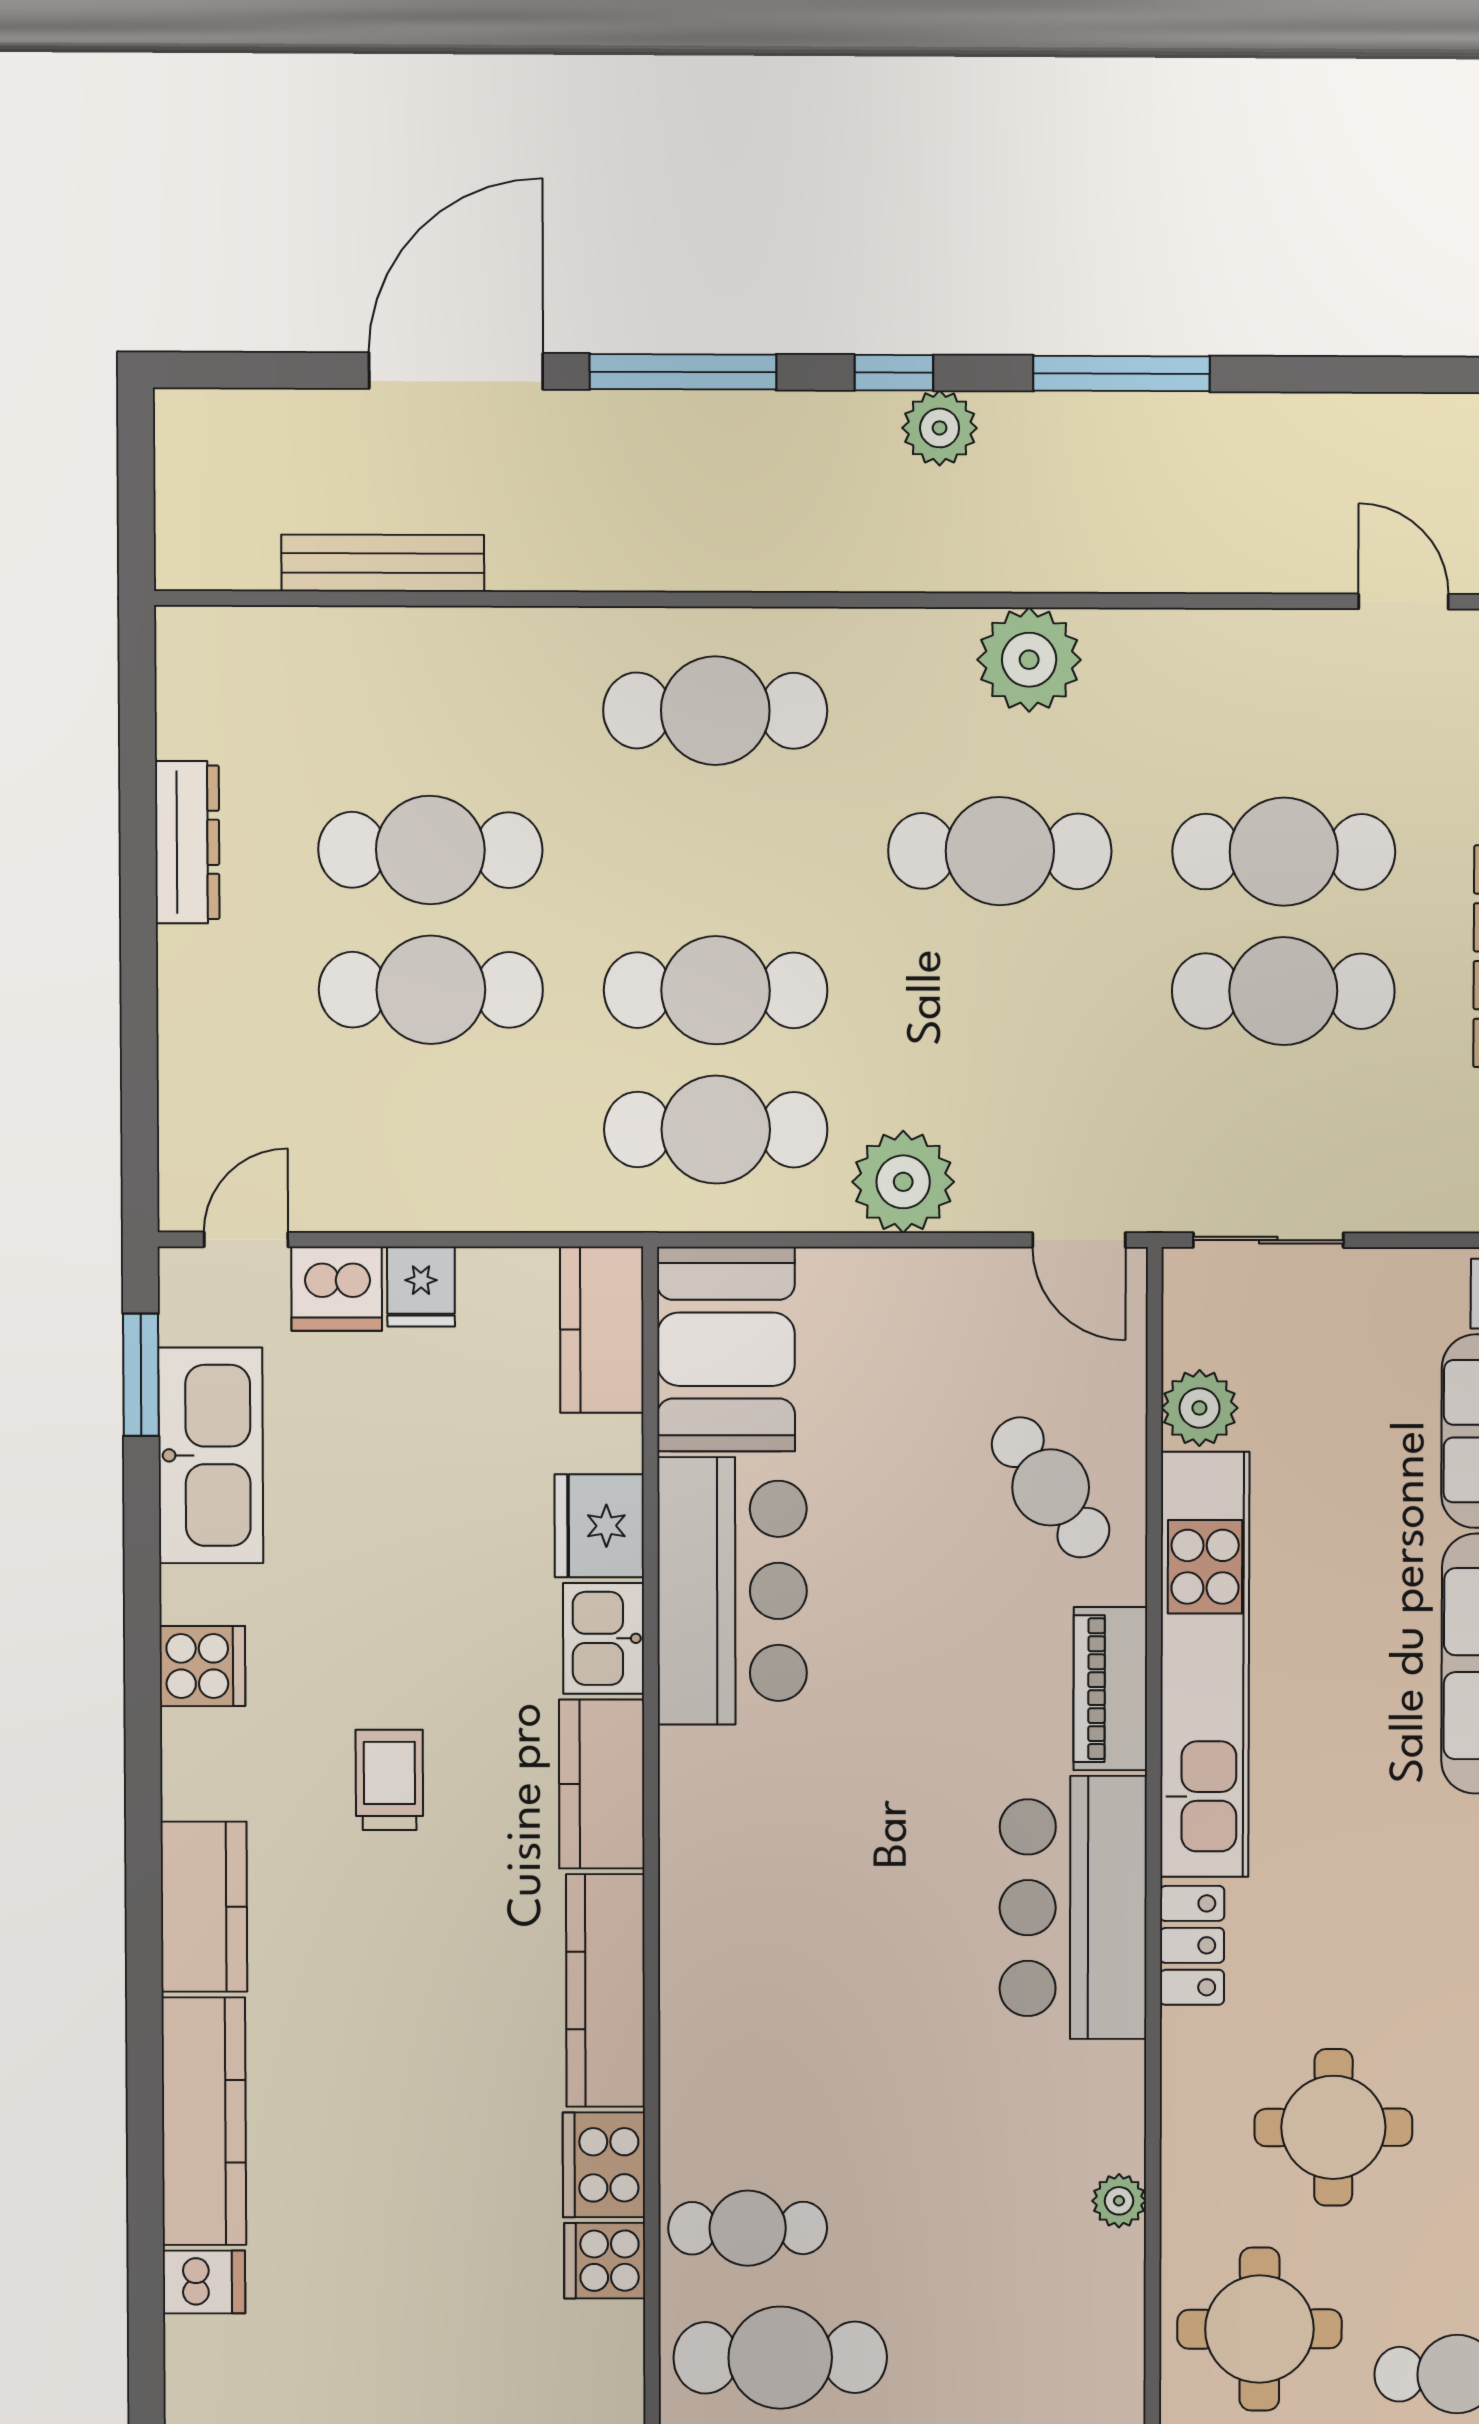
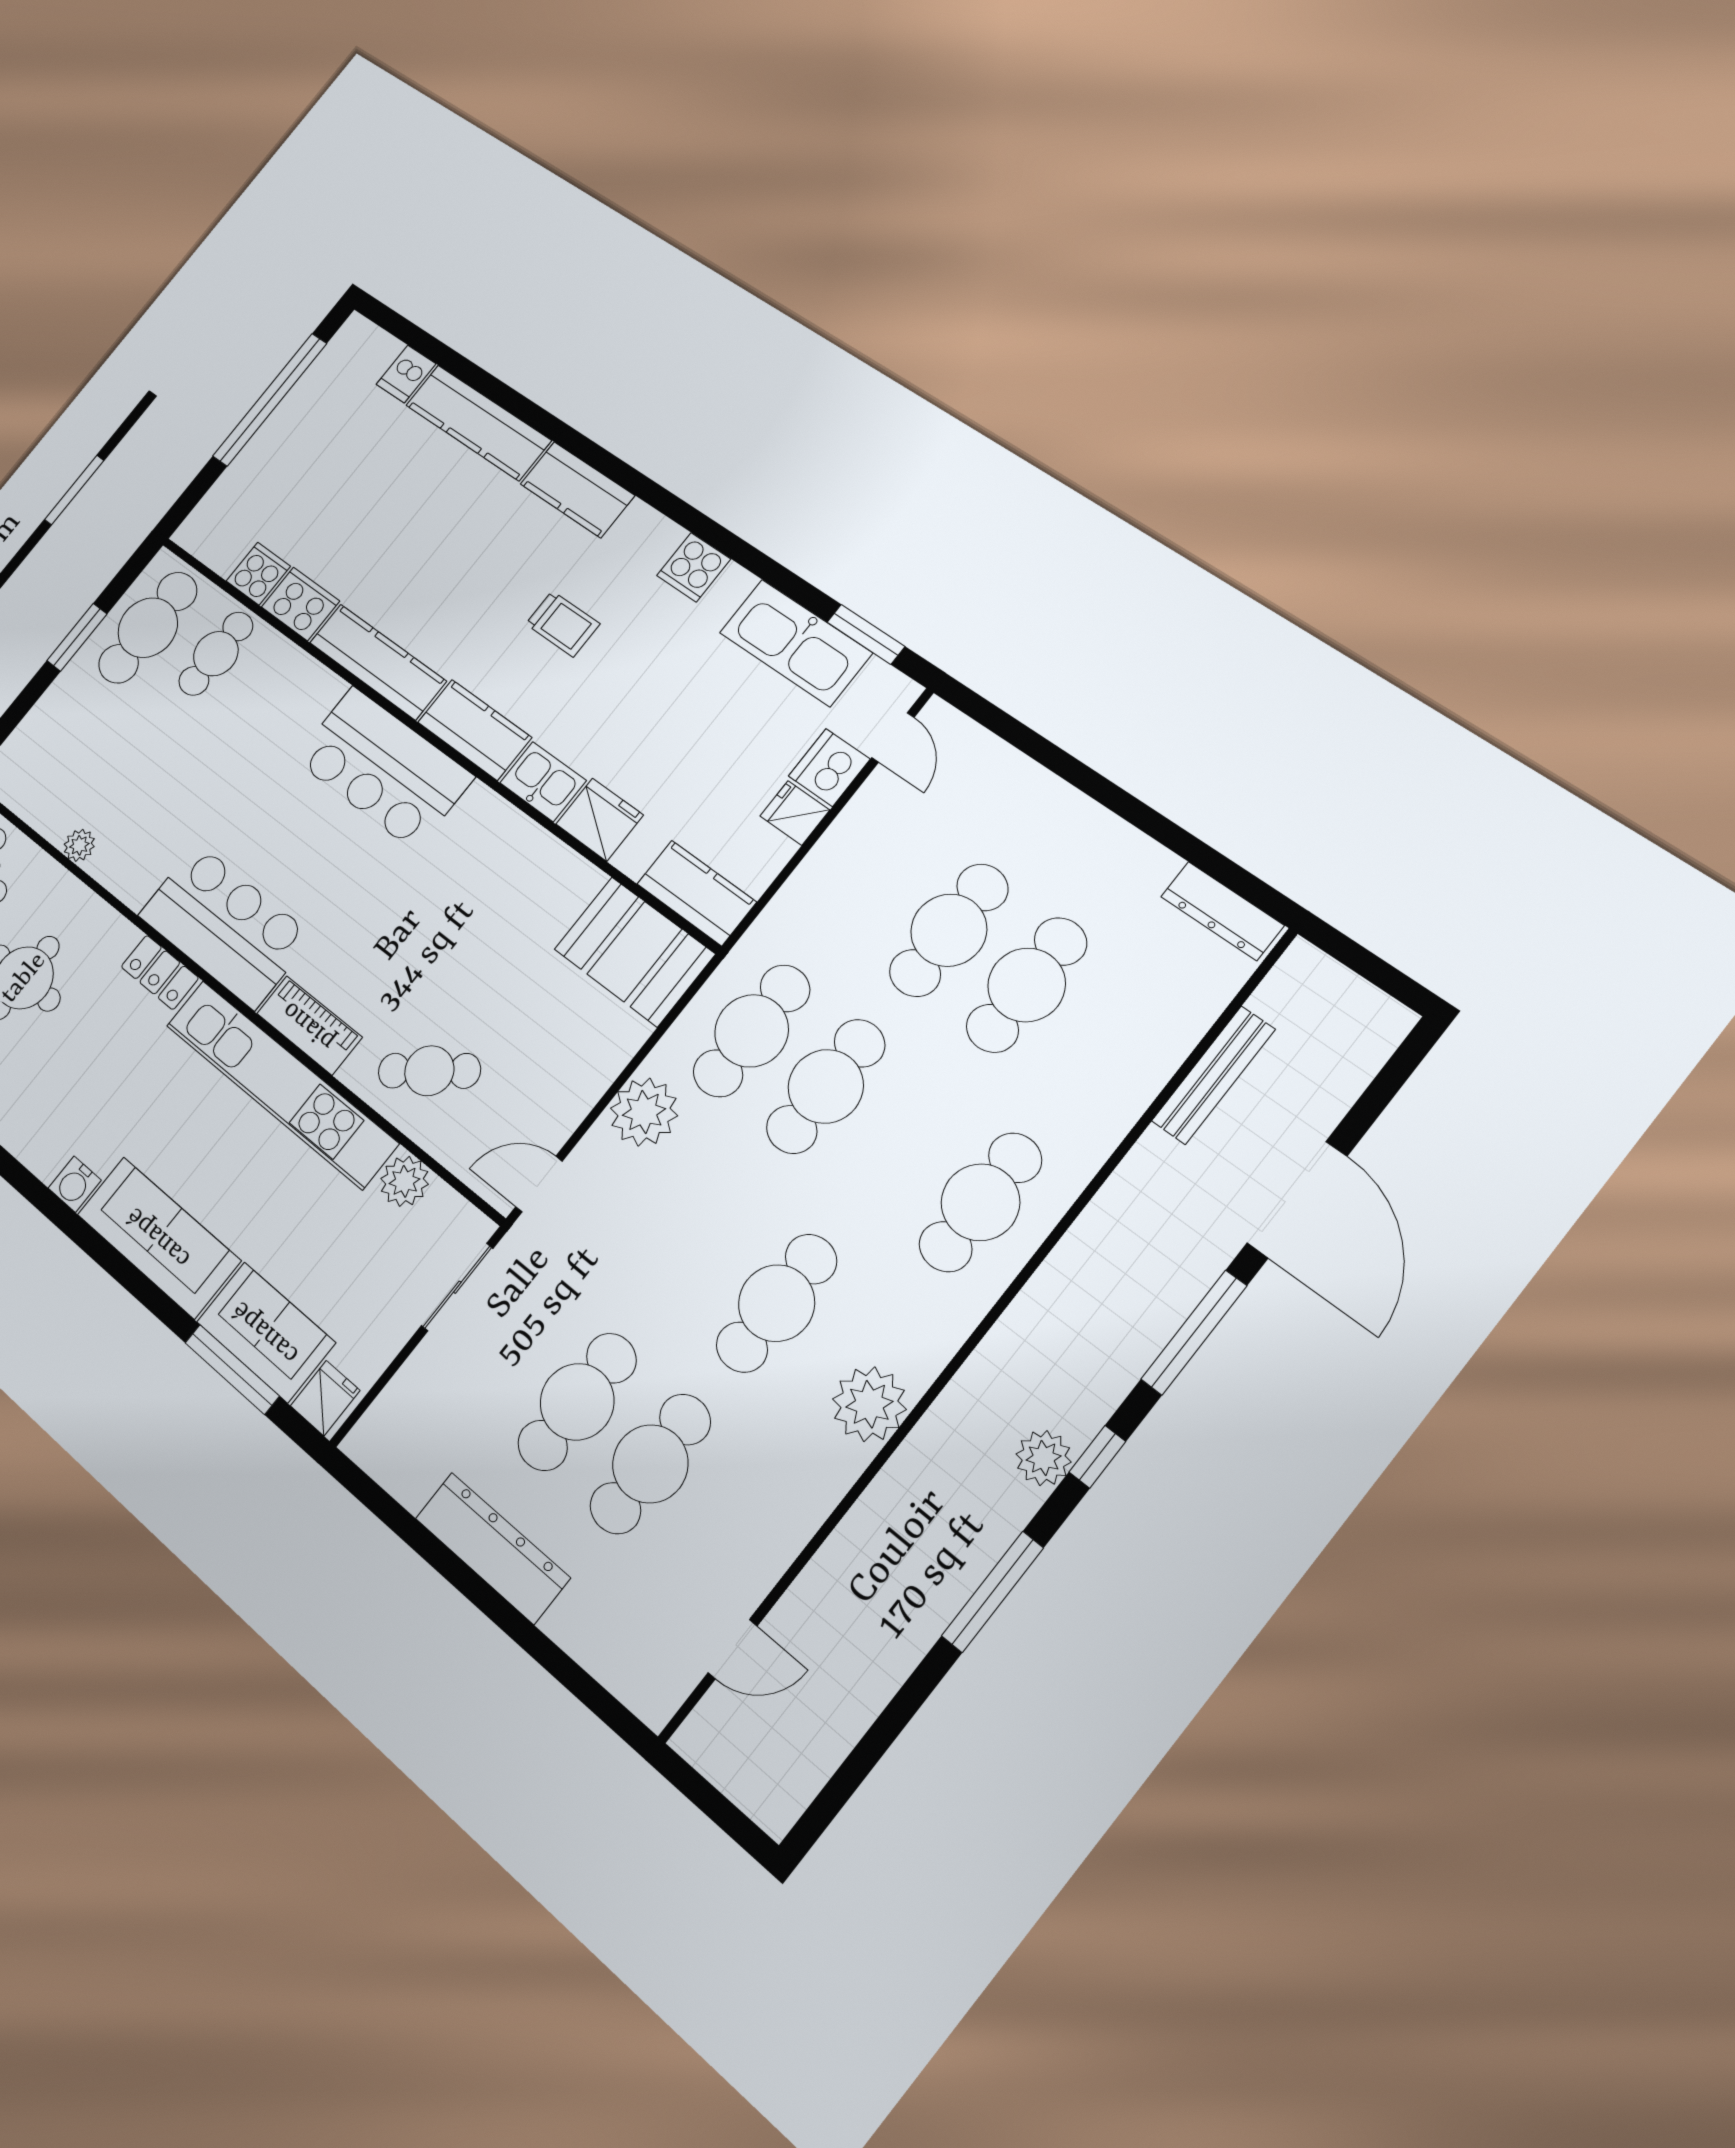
dresser: (187, 842) -> (1222, 911), moved
bar counter: (732, 1591) -> (384, 768), moved

